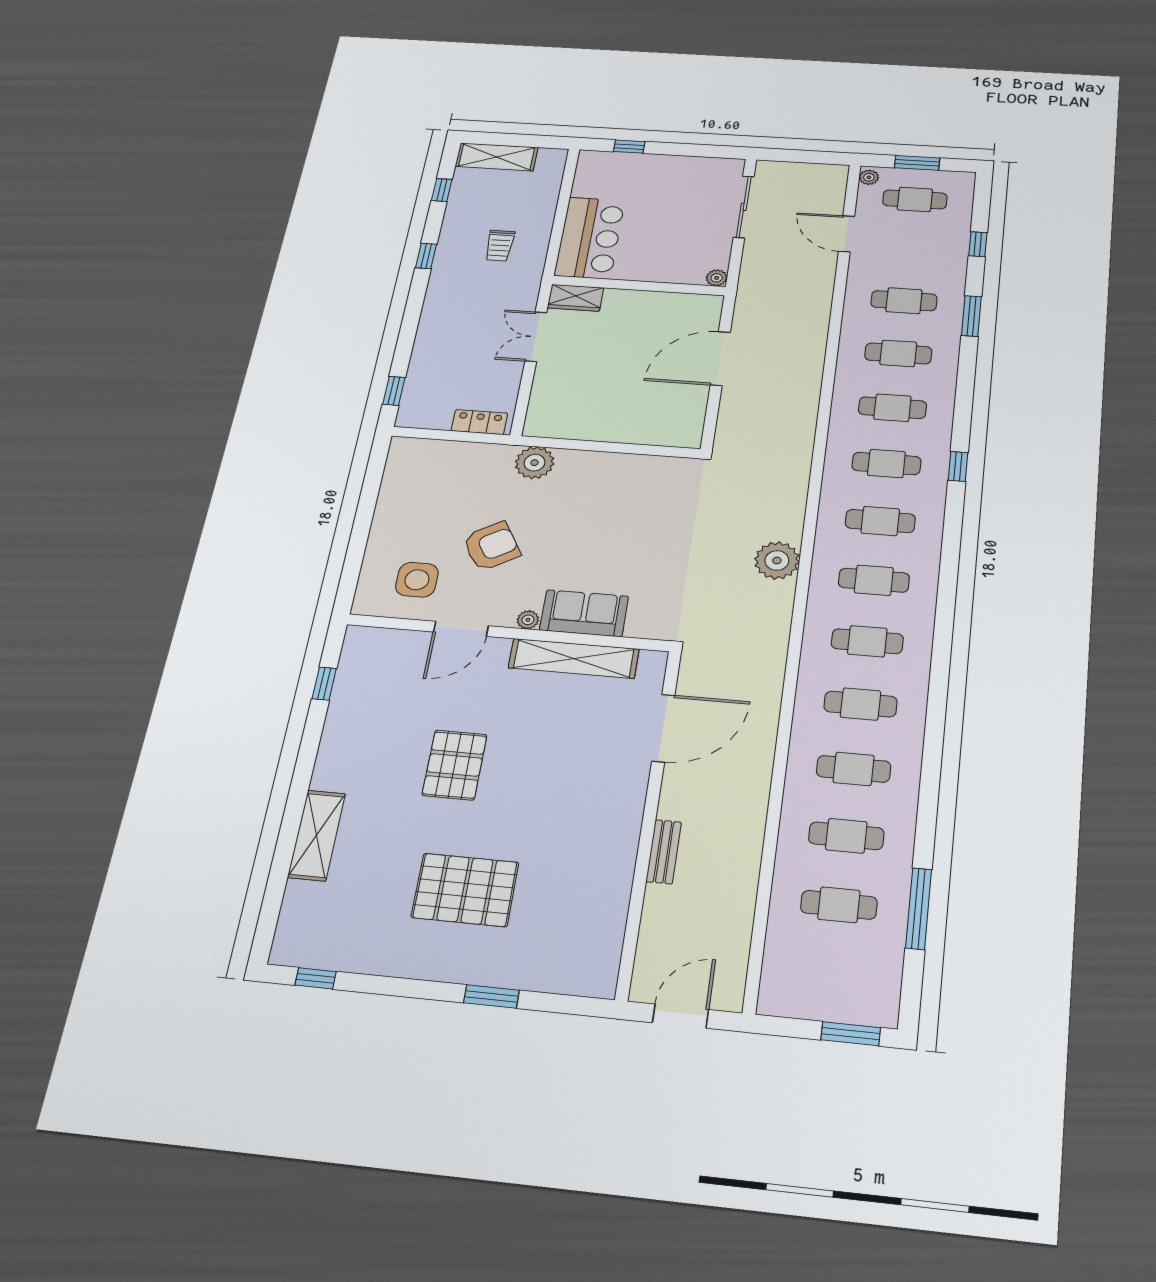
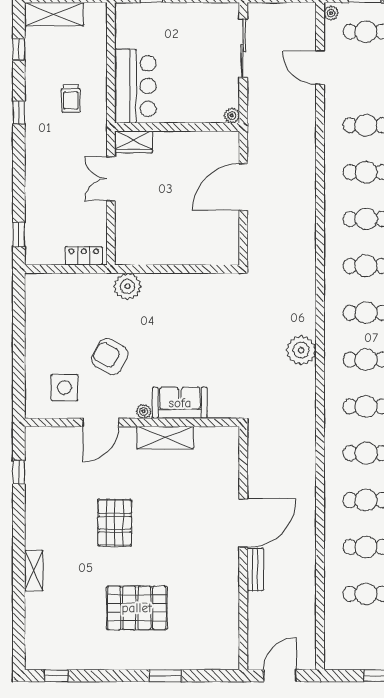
armchair: (492, 546) -> (110, 357), turned -121
shelving: (574, 658) -> (165, 438), width x0.68
door: (663, 728) -> (243, 523), moved
shelving: (317, 835) -> (34, 571), width x0.67, depth x0.75

